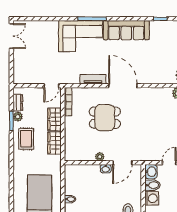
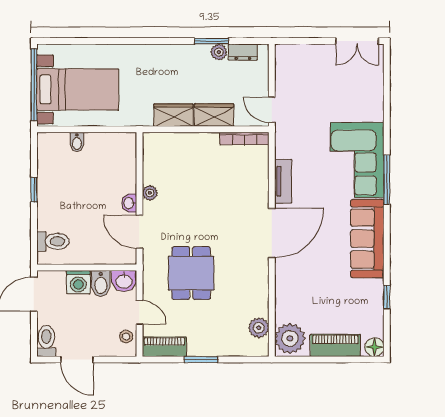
dining table: (105, 118) -> (191, 273), moved
rug: (26, 139) -> (181, 66), removed

